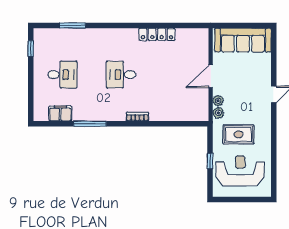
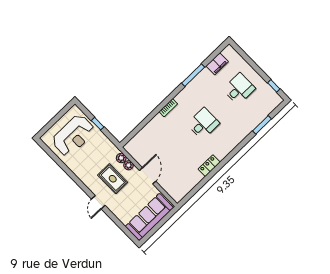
locker: (157, 34) -> (209, 166), width x0.66
desk: (62, 75) -> (239, 89), turned 180
rug: (238, 134) -> (113, 179), moved, turned 90

